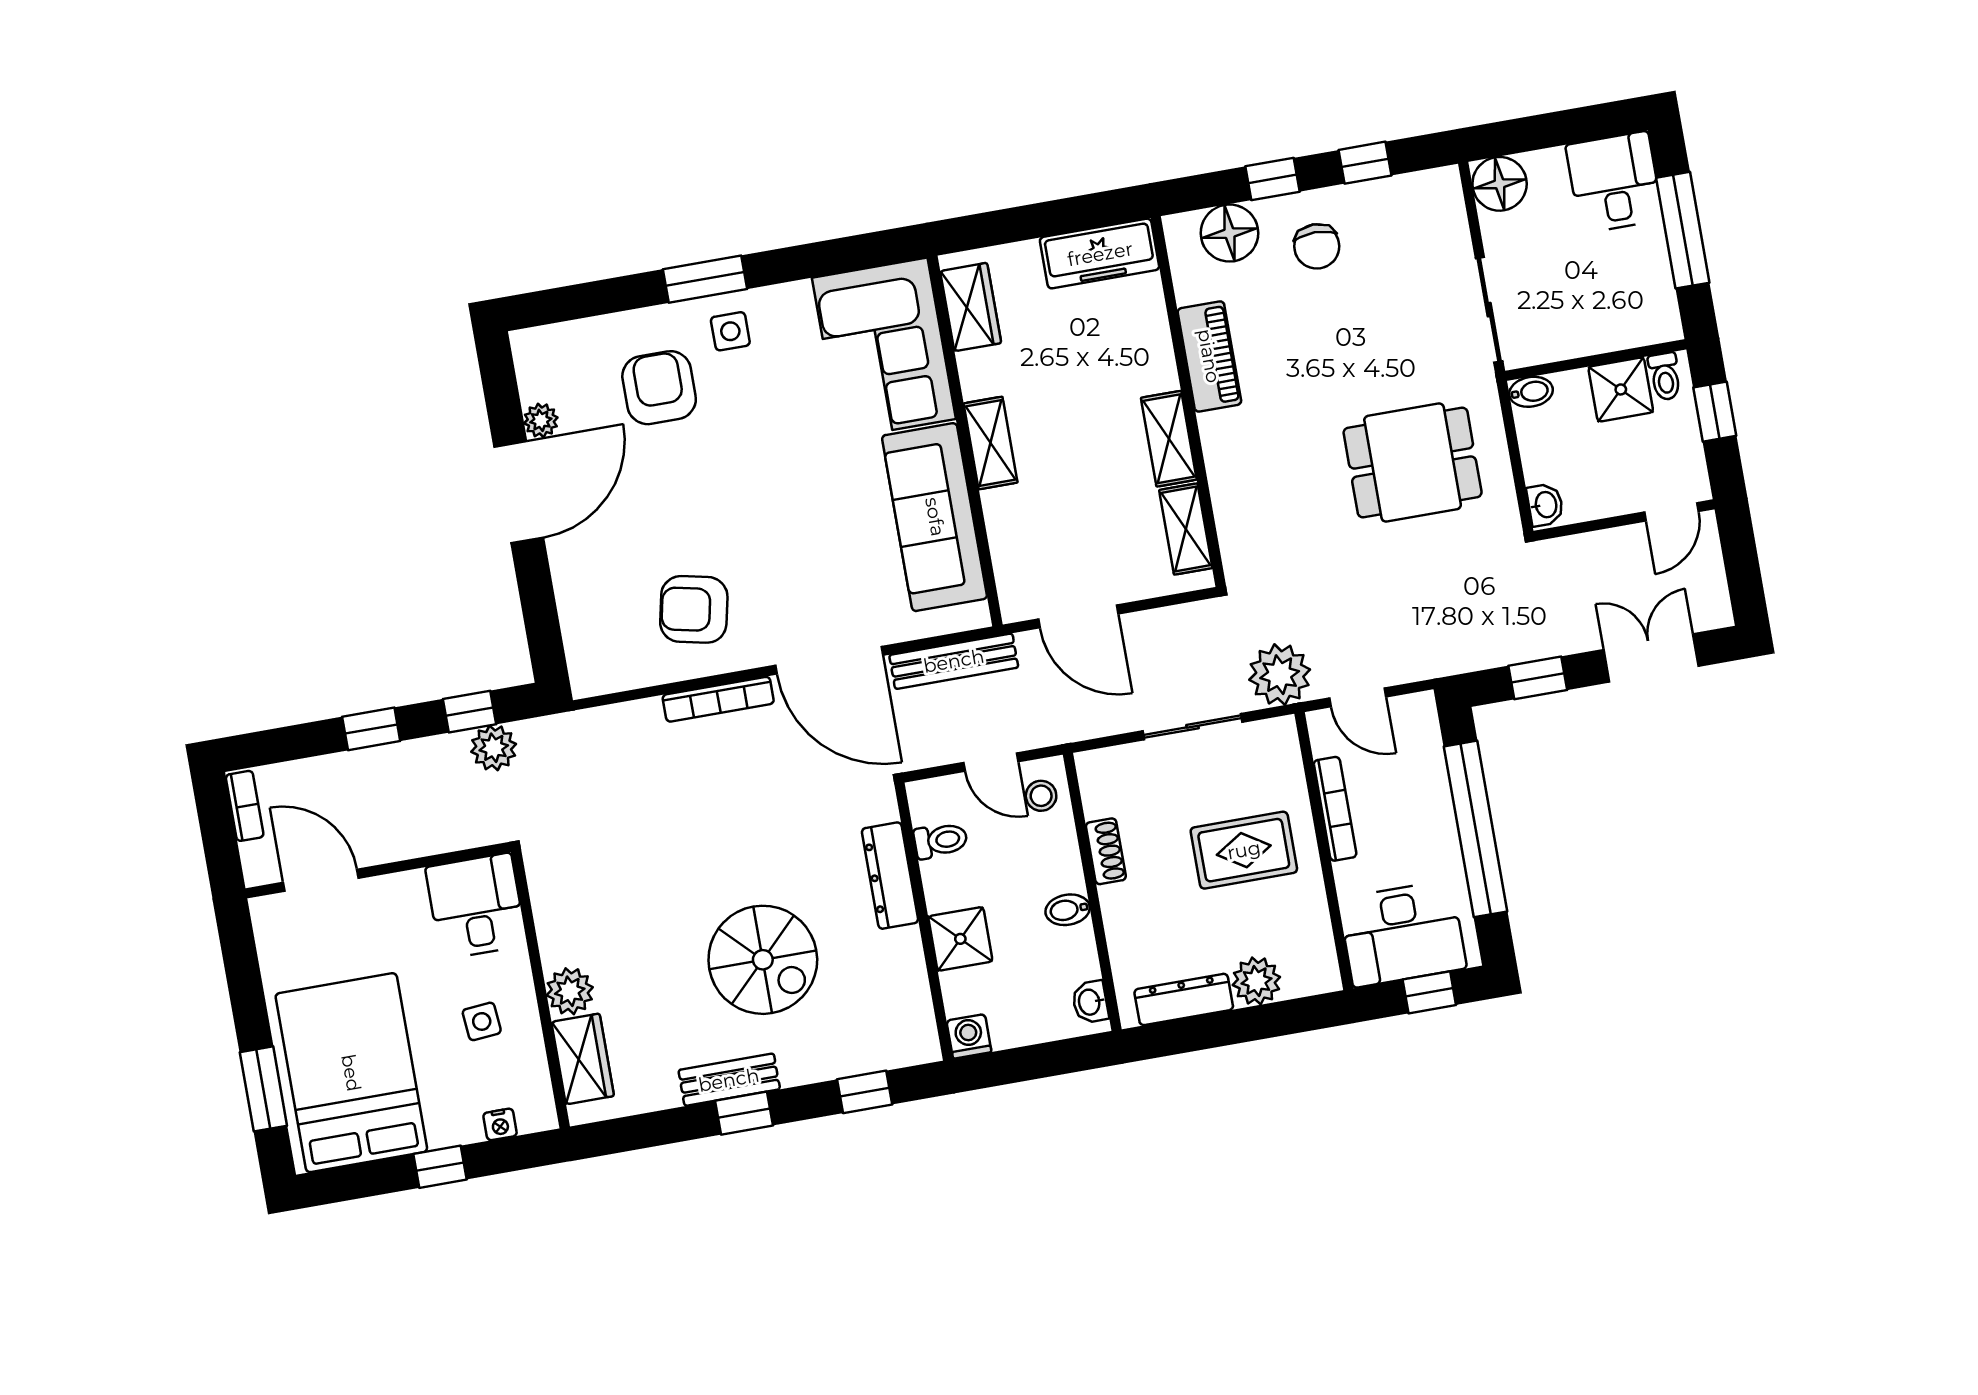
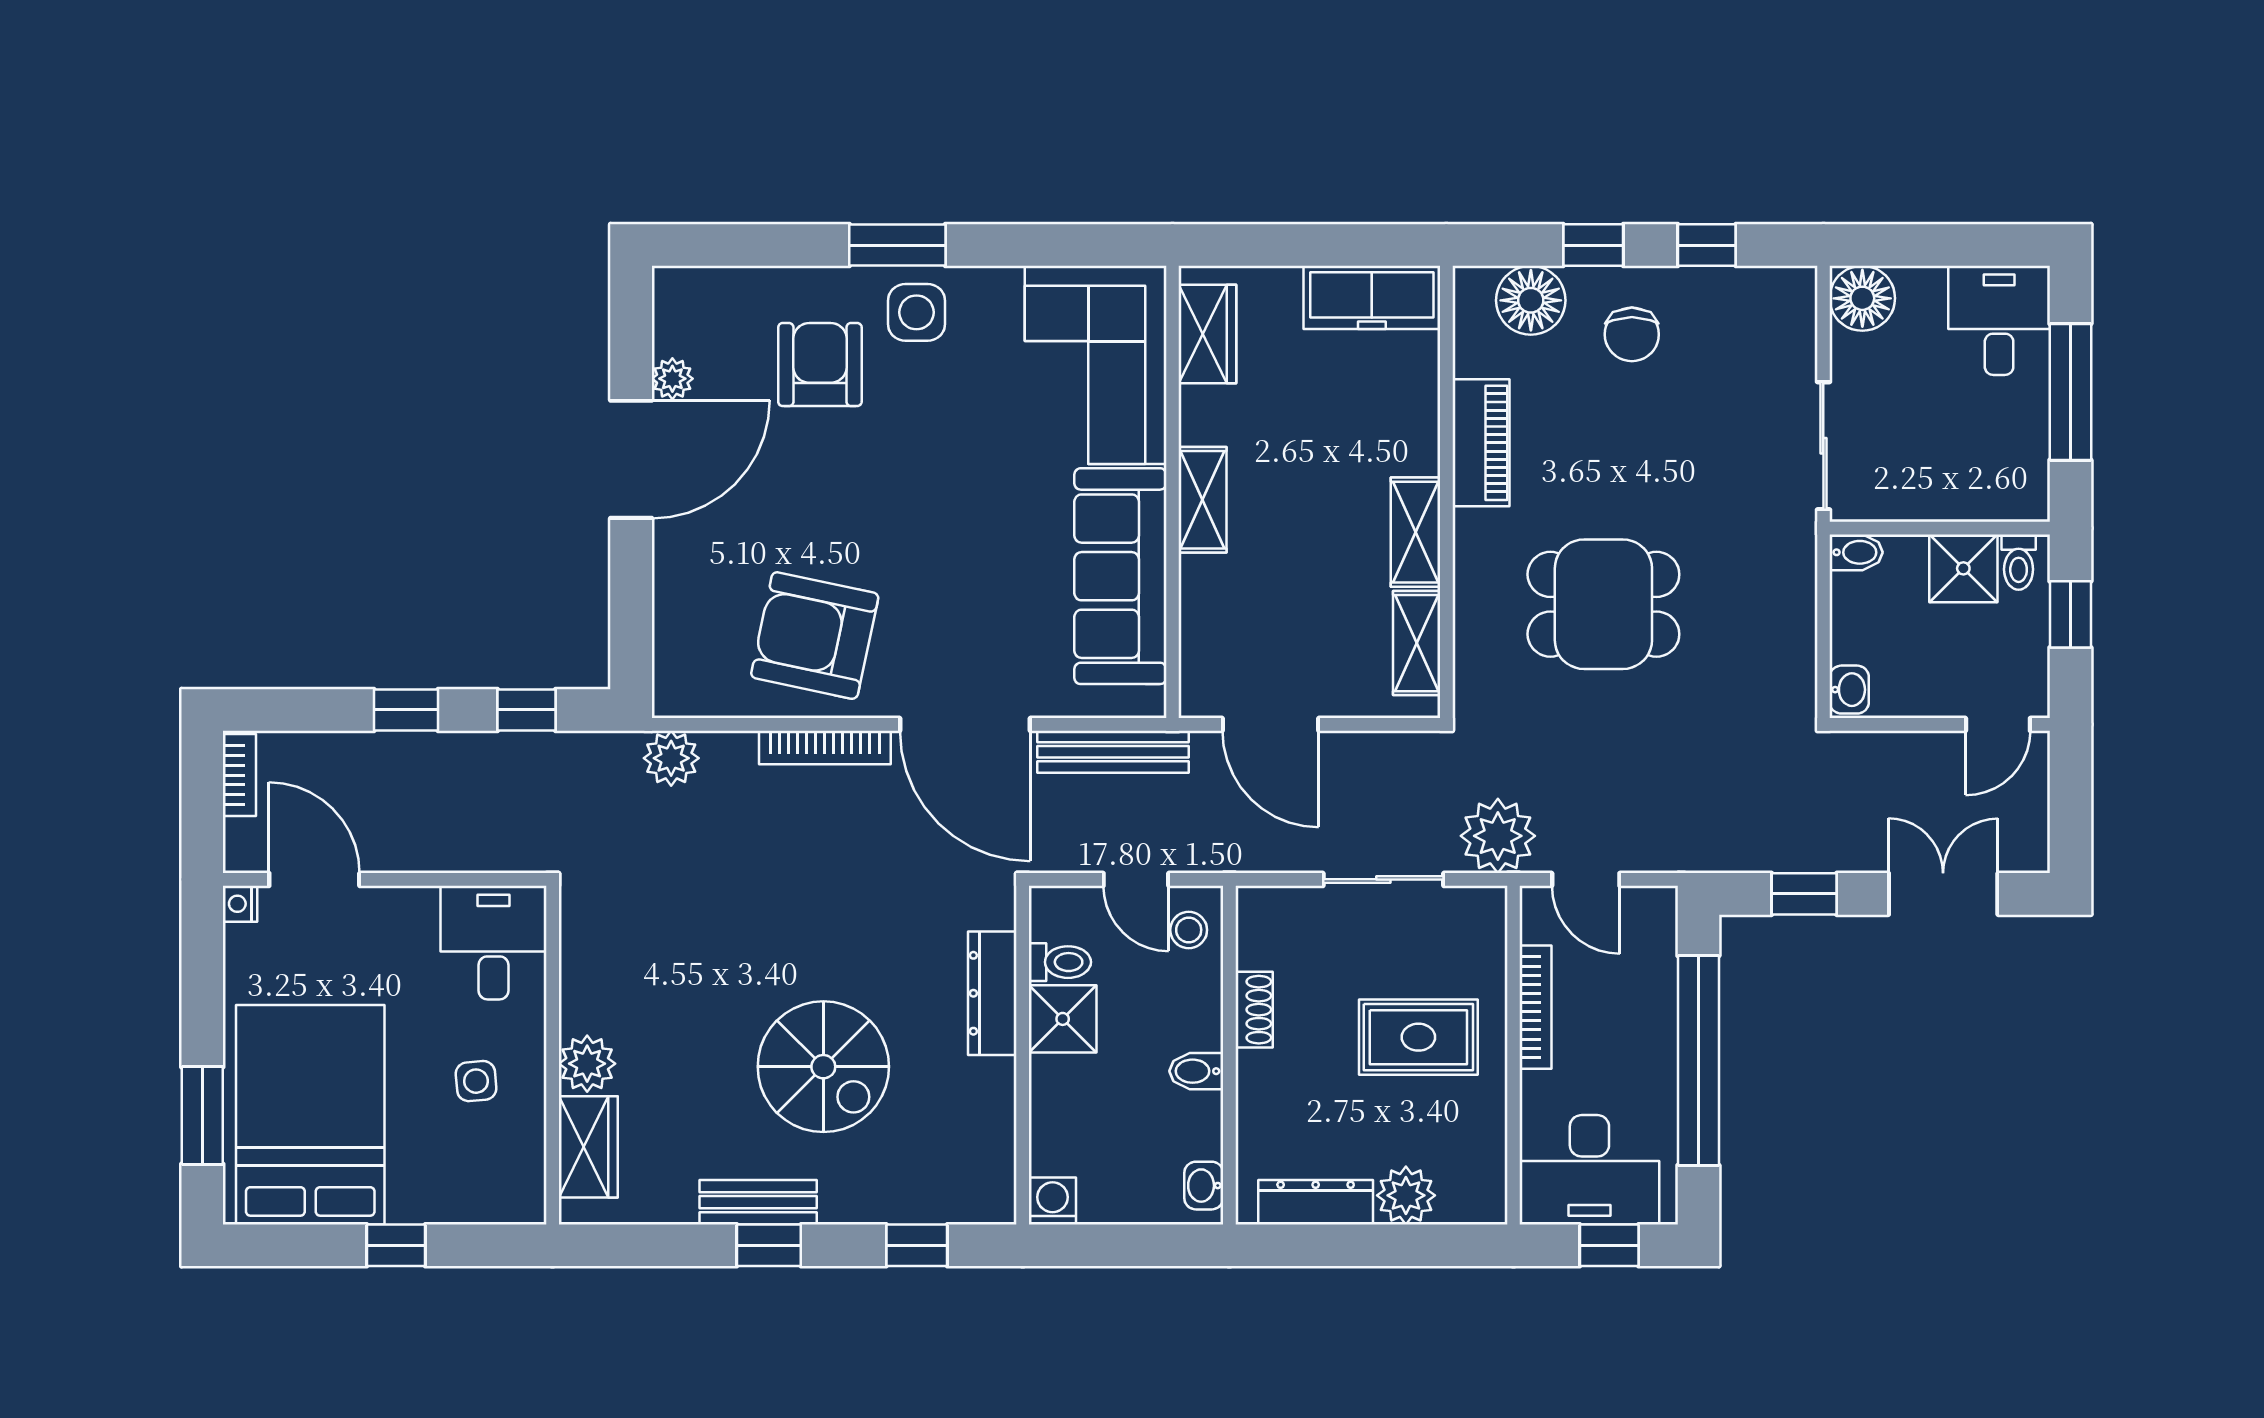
side table: (730, 331) -> (916, 312), width x1.37, depth x1.37
dining table: (1413, 462) -> (1603, 604), moved
armchair: (694, 609) -> (815, 636), width x1.36, depth x1.36
plant: (494, 748) -> (671, 758), moved
shower: (960, 939) -> (1063, 1019), moved
nightstand: (500, 1124) -> (240, 904), moved, turned 90

